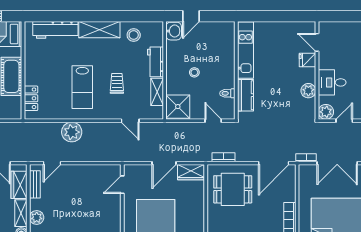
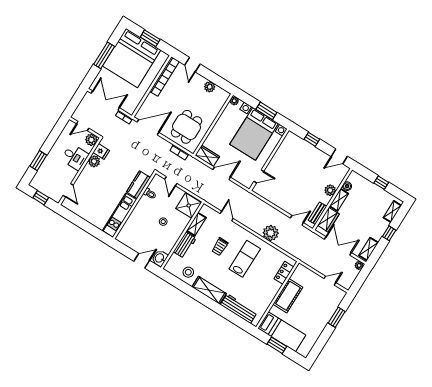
window: (341, 16) -> (41, 198), added
fridge: (307, 60) -> (101, 152), moved
dining table: (233, 189) -> (186, 127), turned 90

